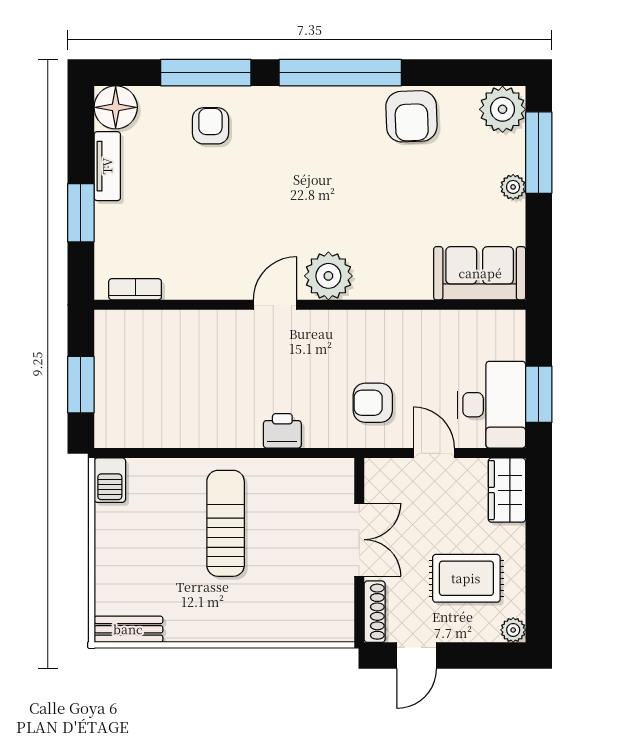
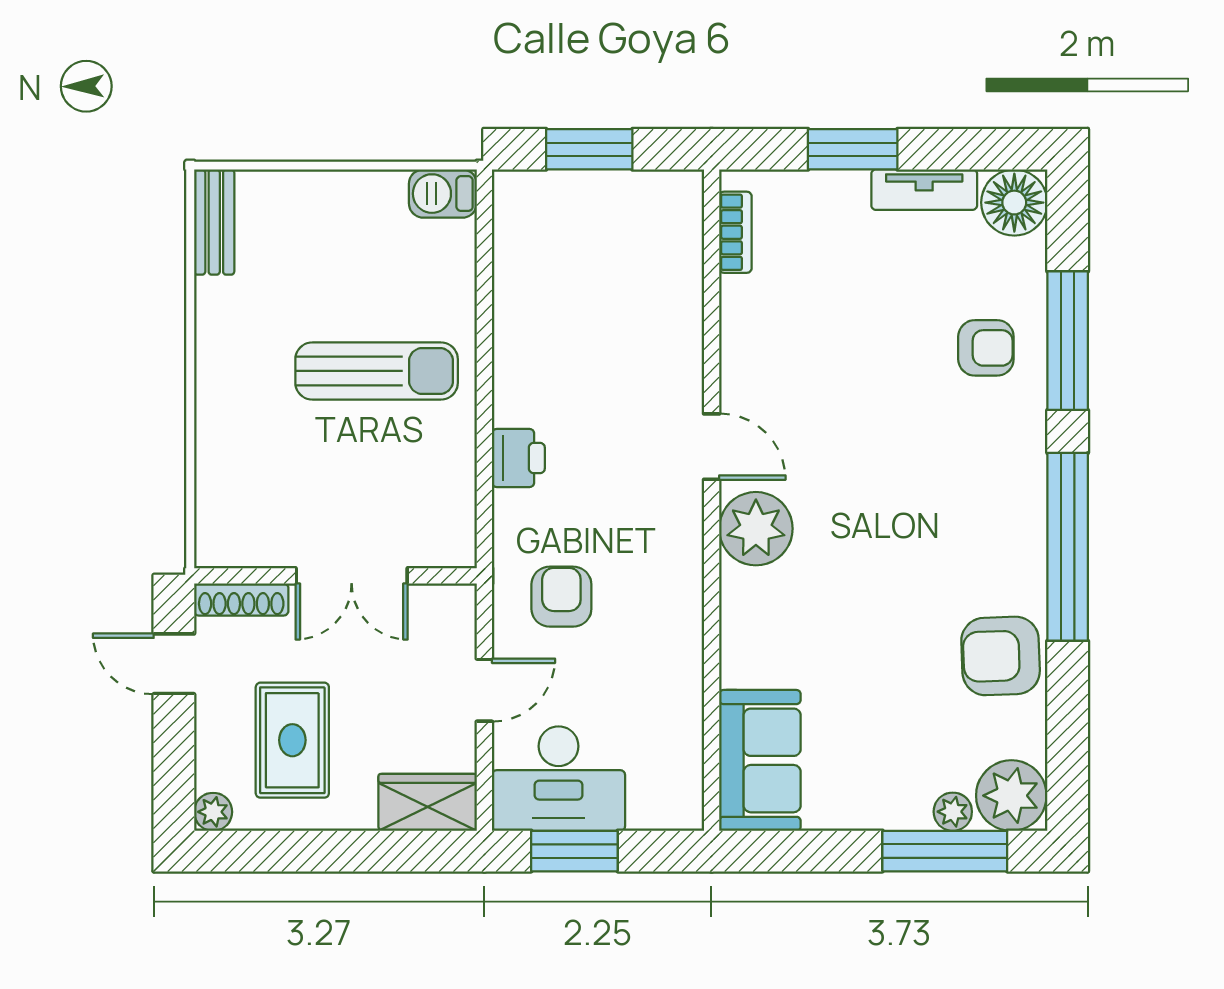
plant: (513, 187) -> (953, 812), moved

